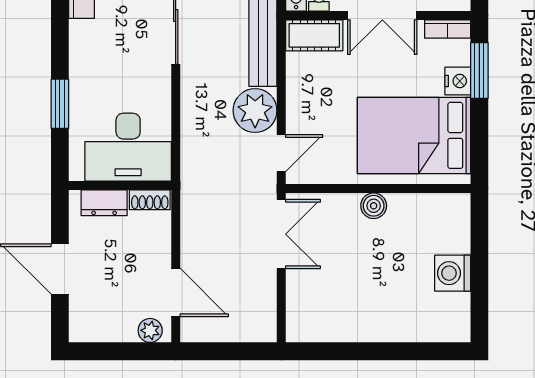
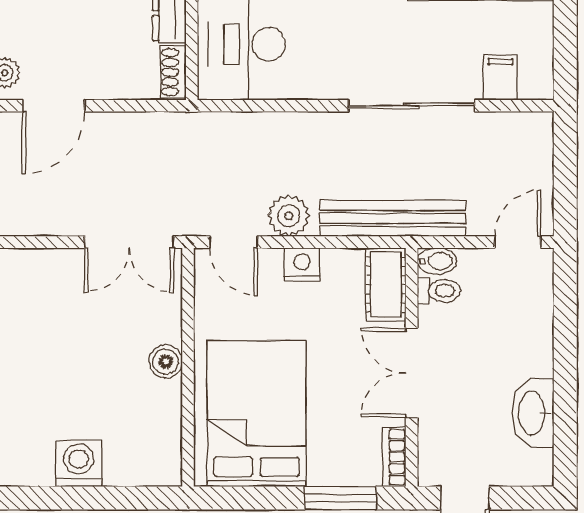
nightstand: (458, 81) -> (302, 264), moved, turned 180
plant: (255, 111) -> (289, 216), width x0.73, depth x0.73

